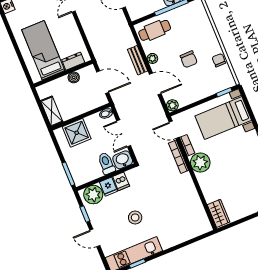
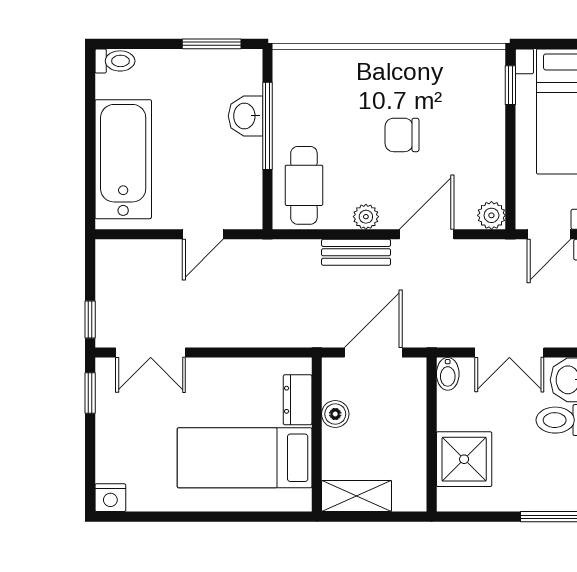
chair: (189, 59) -> (402, 135), turned 180
chair: (219, 60) -> (432, 67), removed
shelving: (52, 111) -> (357, 496), moved

